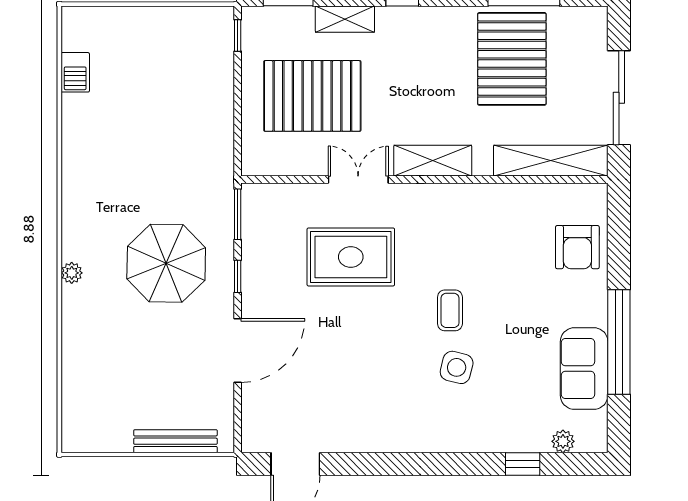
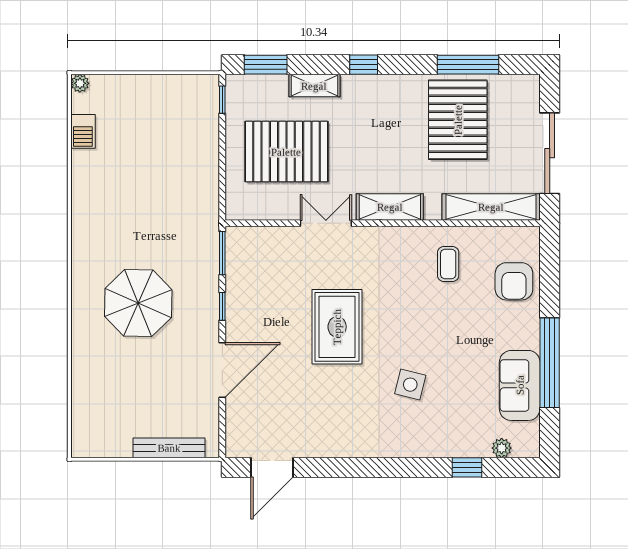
rug: (351, 257) -> (337, 327), moved, turned 90
parasol: (166, 263) -> (138, 303), moved
plant: (72, 273) -> (80, 83), moved
coffee table: (450, 310) -> (448, 264), moved

